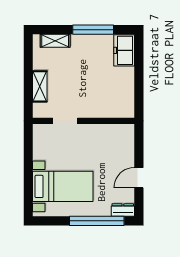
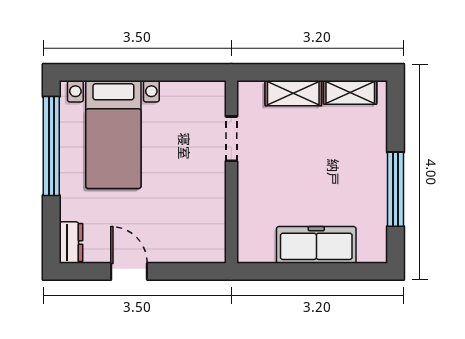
shelving: (55, 41) -> (350, 92), moved, turned 90
freezer: (124, 50) -> (316, 245), moved, width x1.40
window: (97, 221) -> (51, 146), moved

